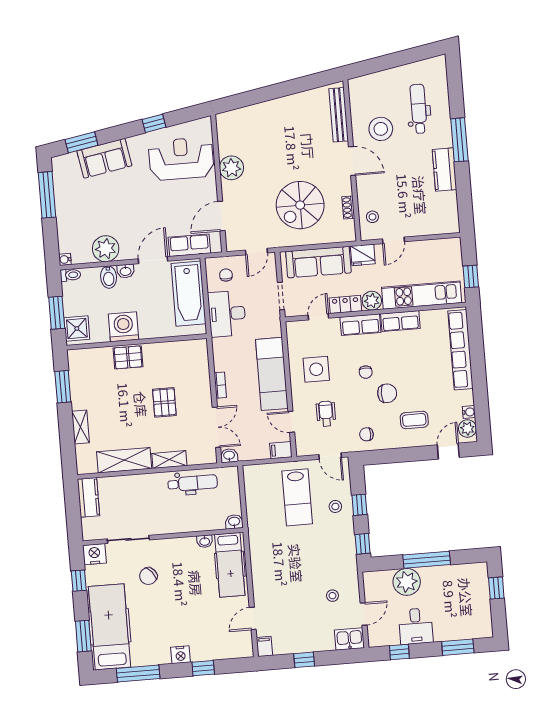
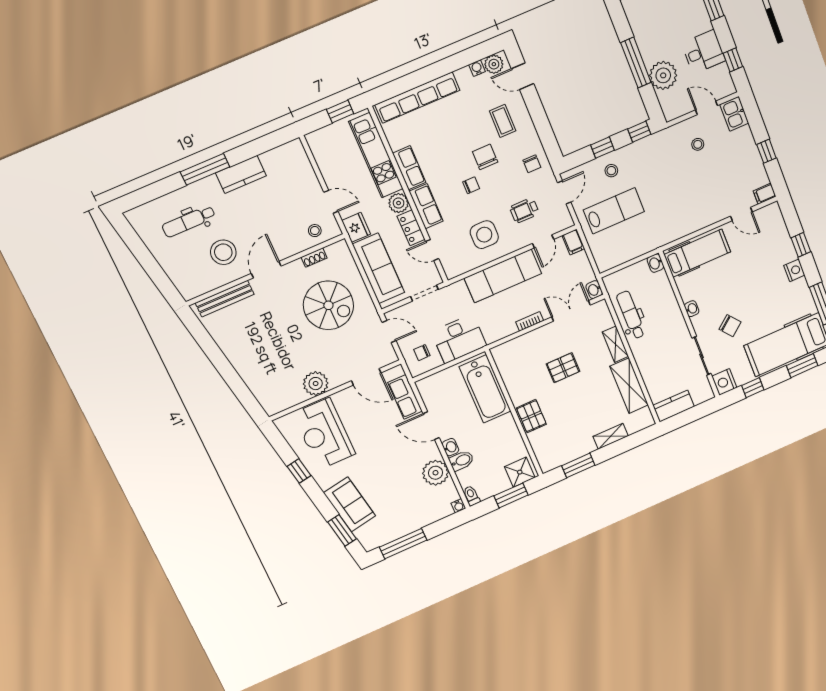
bathtub: (188, 294) -> (485, 389), moved, turned 90
washing machine: (123, 327) -> (504, 430), removed
washbasin: (205, 541) -> (692, 309), moved

